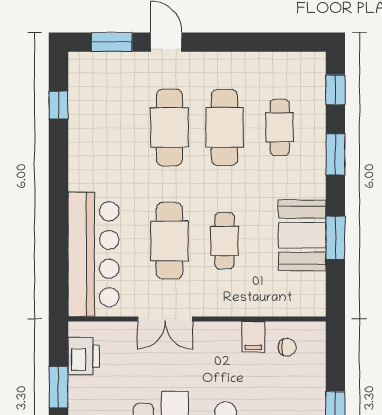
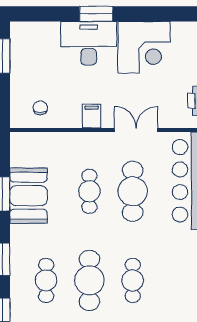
cafe table: (169, 127) -> (133, 280), width x0.73, depth x0.74
filing cabinet: (253, 337) -> (92, 116), moved
chair: (287, 347) -> (40, 108), turned 90

